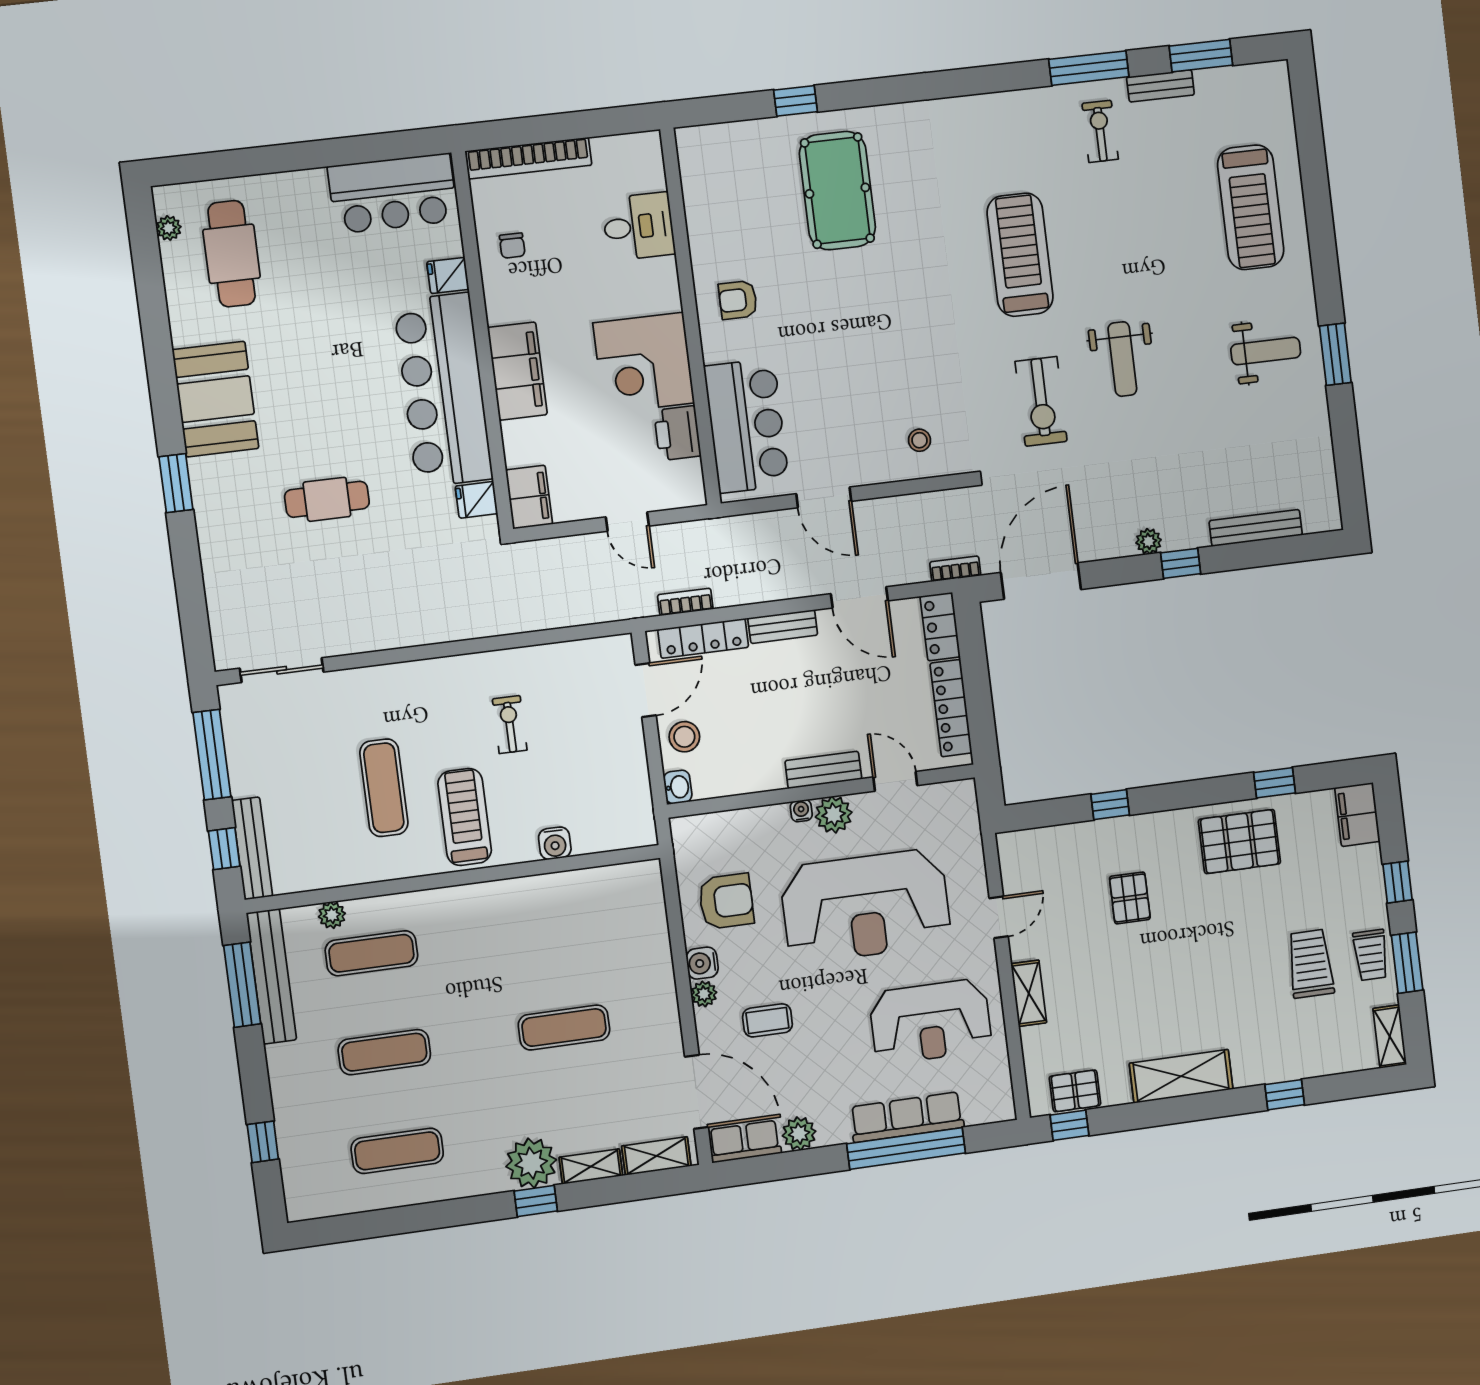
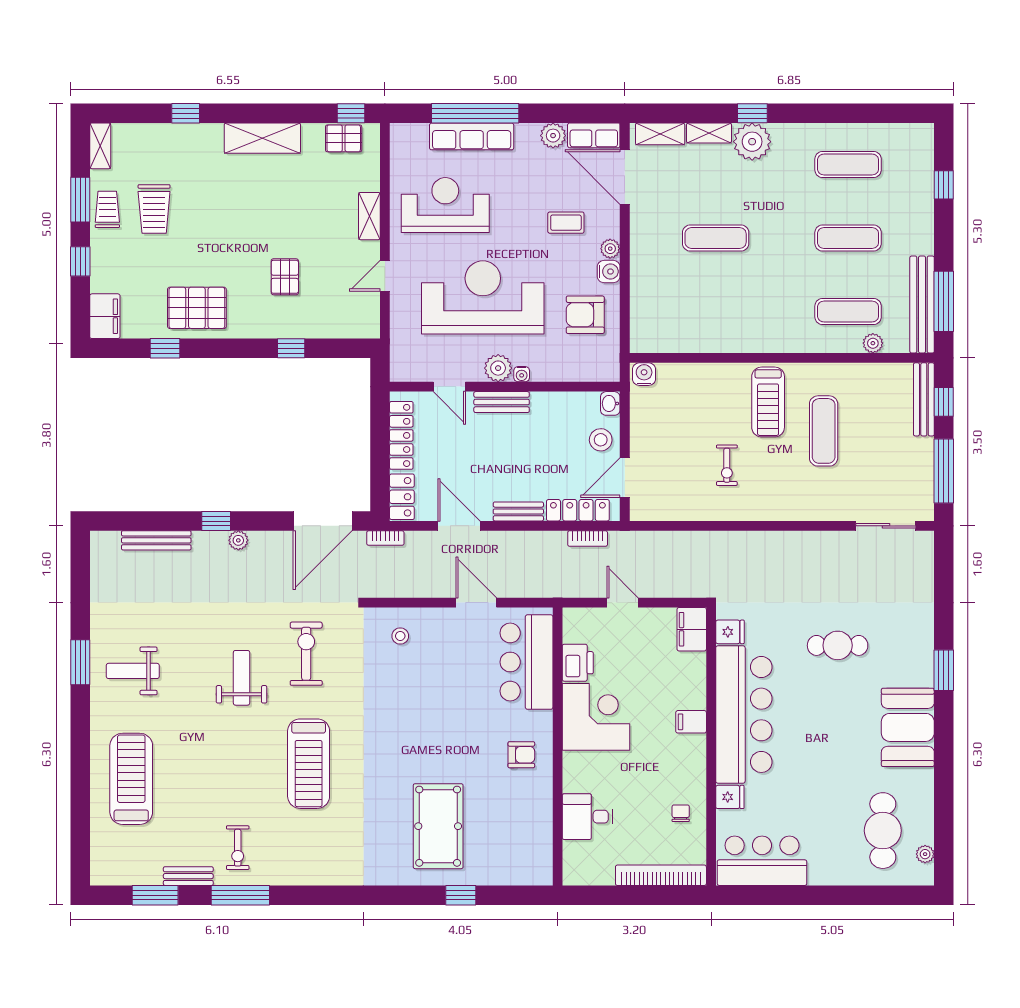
filing cabinet: (517, 371) -> (691, 722), width x0.33, depth x0.86
water cooler: (555, 843) -> (644, 374), moved

